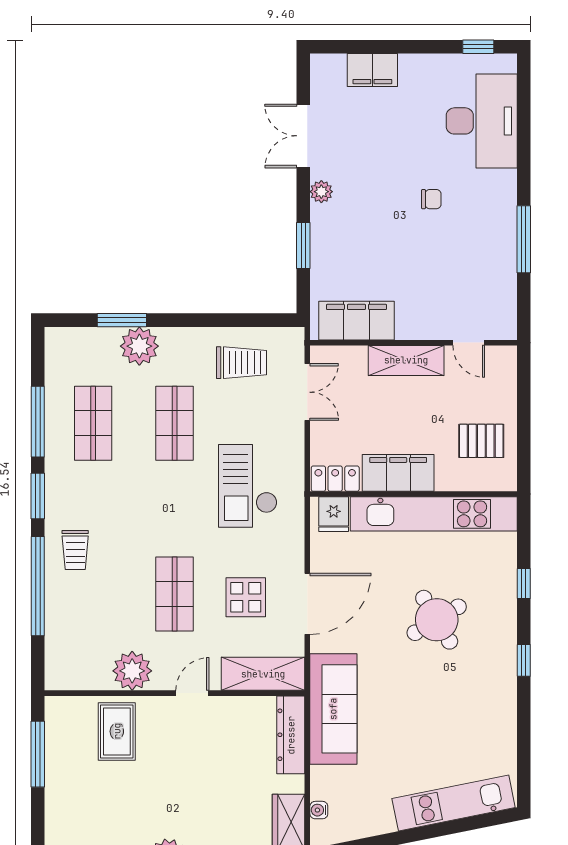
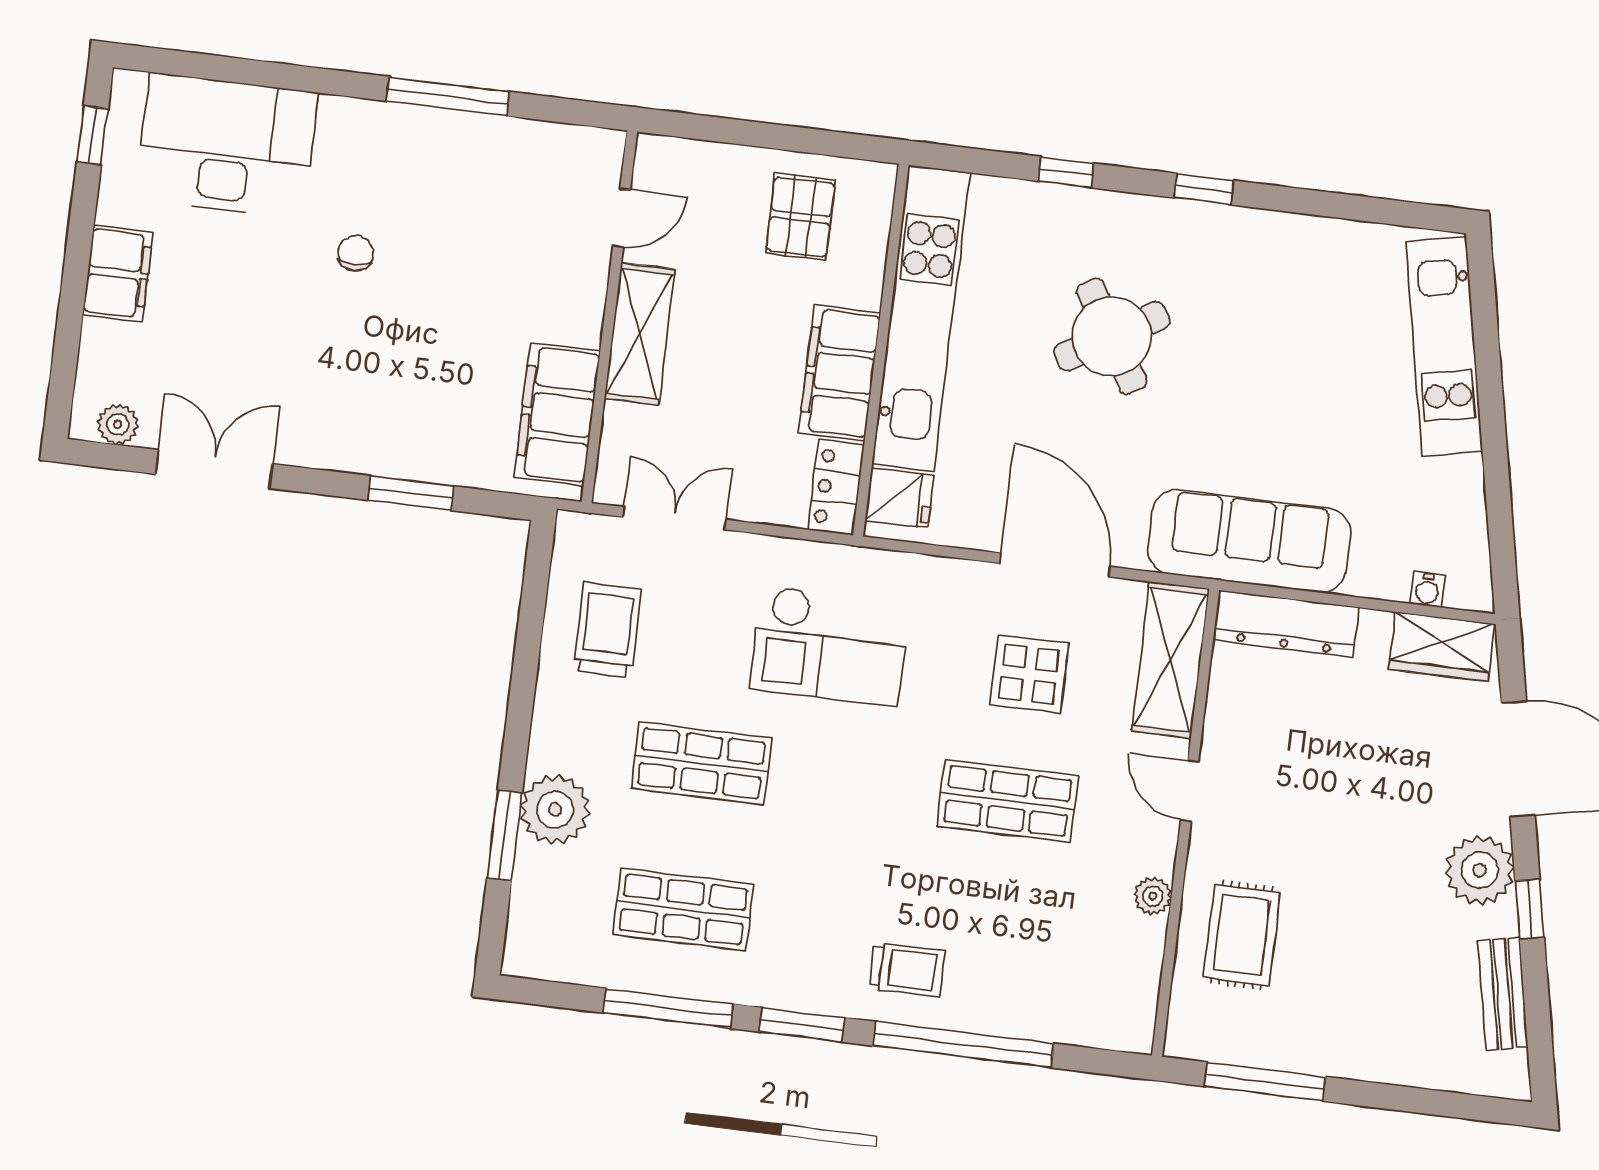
filing cabinet: (372, 70) -> (118, 273), moved
double door: (303, 136) -> (214, 469), swing flipped
plant: (321, 192) -> (118, 424), moved
plant: (132, 671) -> (1153, 896), width x0.53, depth x0.53
rug: (117, 731) -> (1242, 935), turned 90

